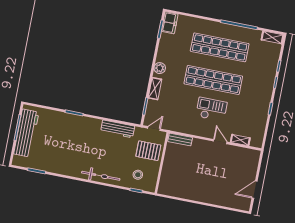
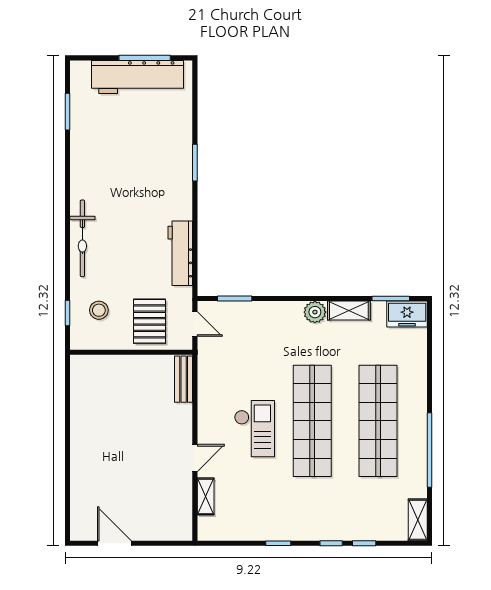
shelving: (155, 89) -> (349, 311), moved

